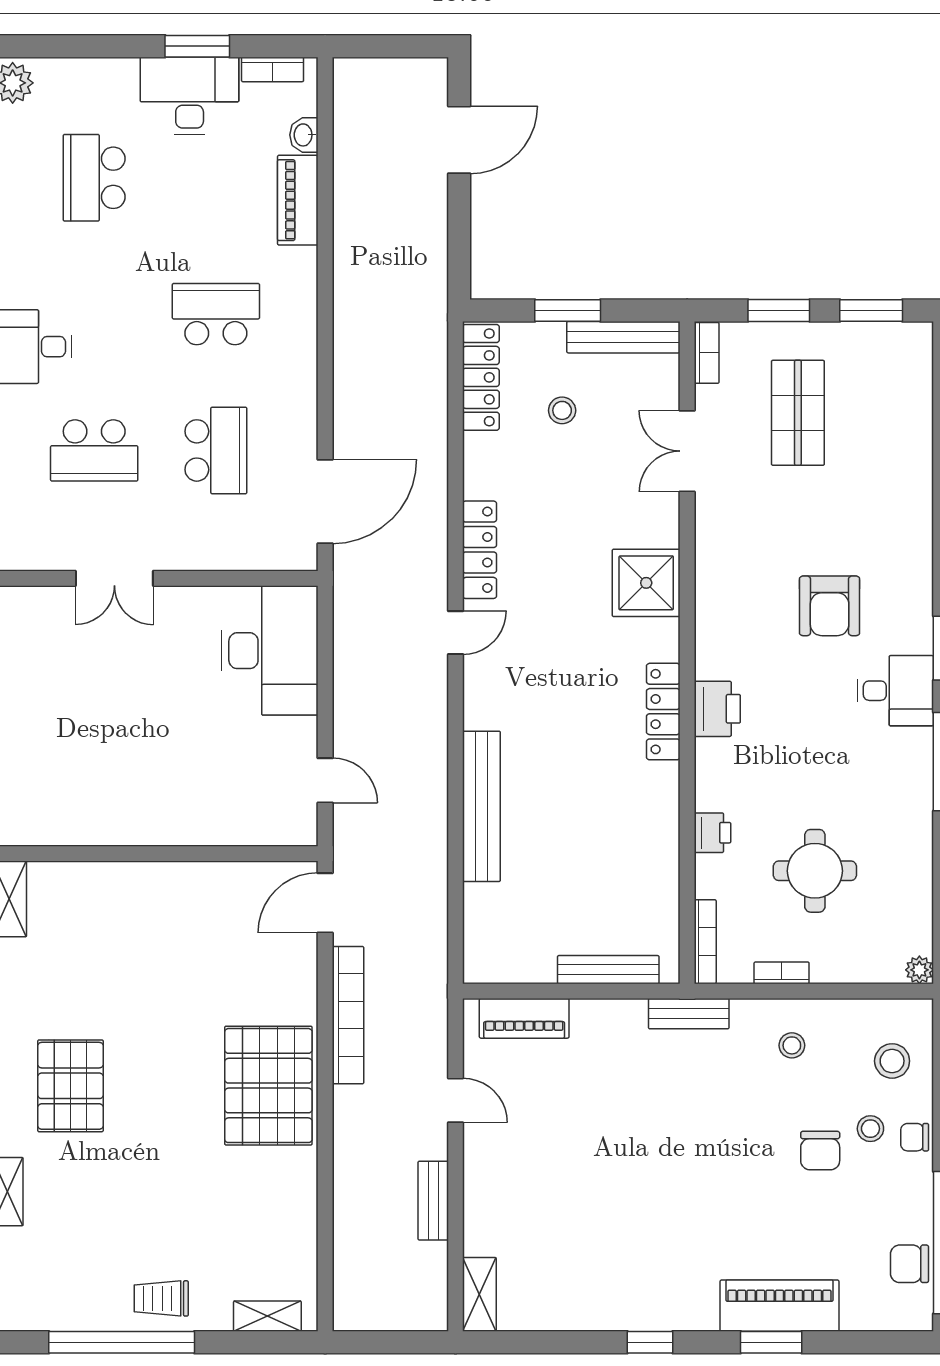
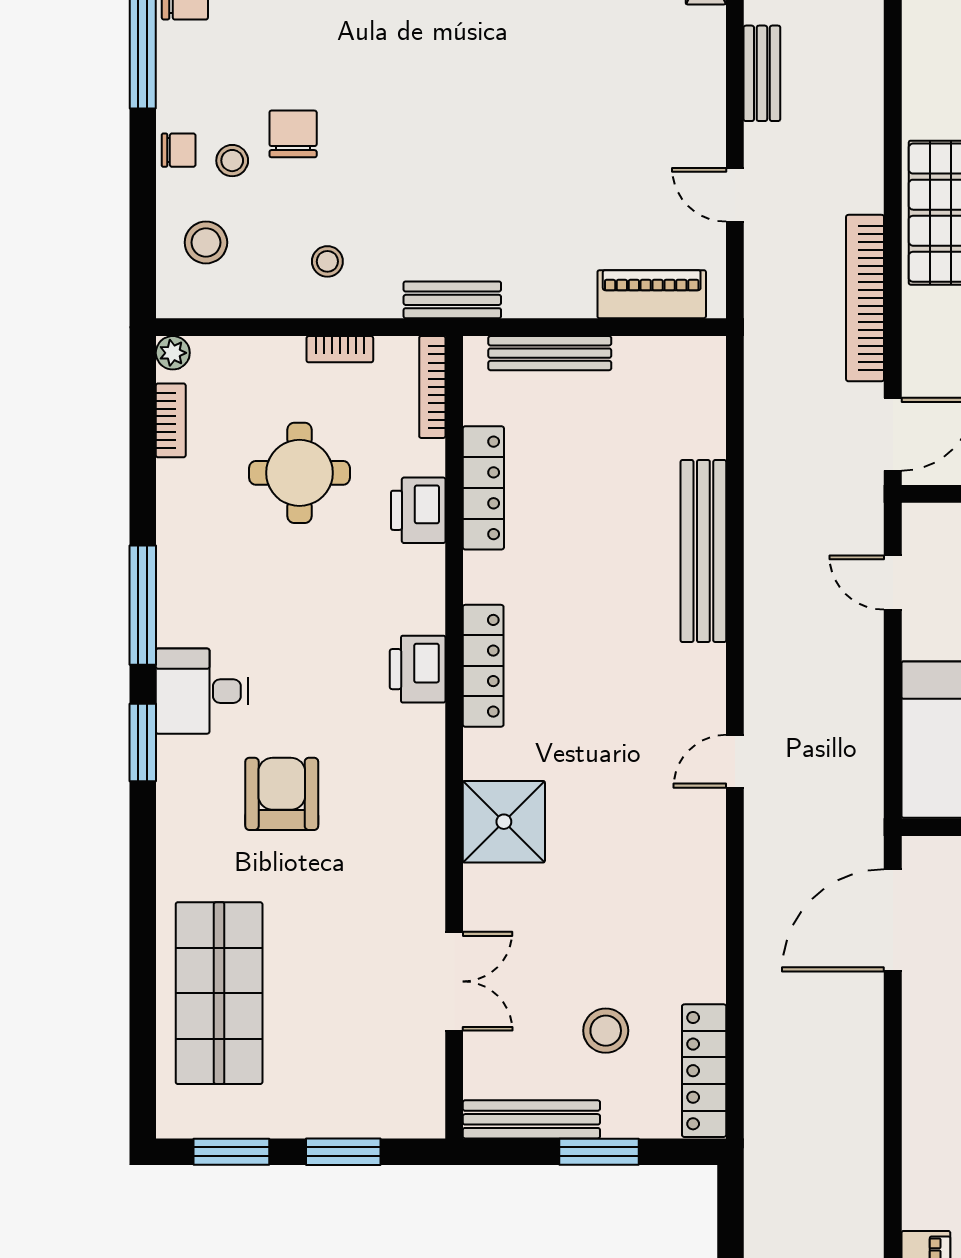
bookcase: (707, 353) -> (171, 420), moved, turned 180
stool: (562, 410) -> (606, 1031), width x1.37, depth x1.37
shop shelf: (798, 413) -> (219, 993), moved, width x1.43, depth x1.36
locker: (480, 550) -> (483, 488), moved, turned 180
printer: (713, 833) -> (418, 510), width x1.36, depth x1.24

